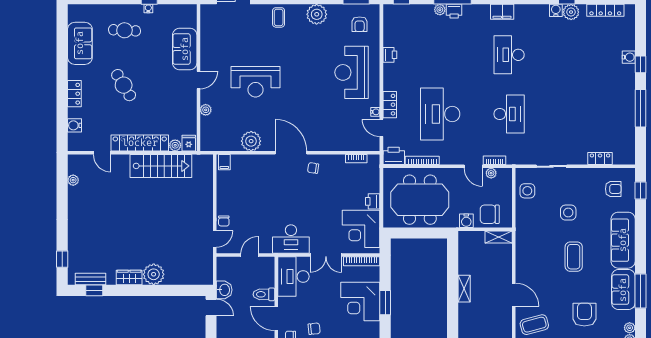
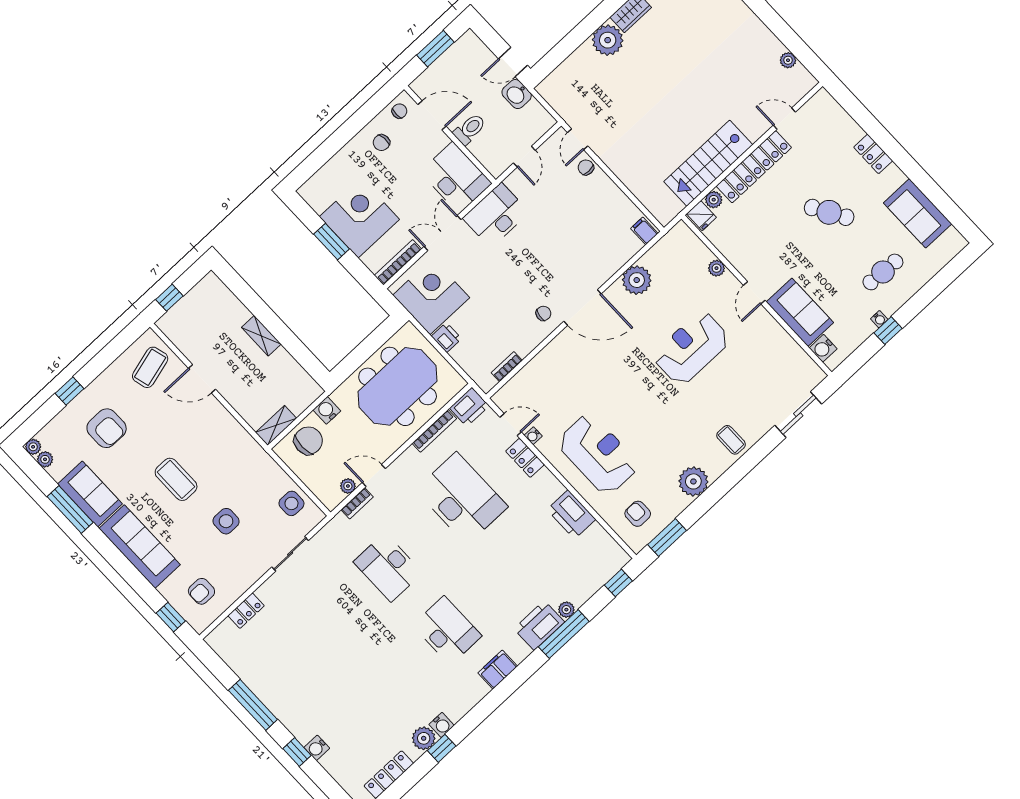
printer: (454, 11) -> (539, 625), width x1.87, depth x1.48
printer: (390, 55) -> (571, 514), width x1.87, depth x1.48
water cooler: (74, 125) -> (823, 348), moved, turned 180

